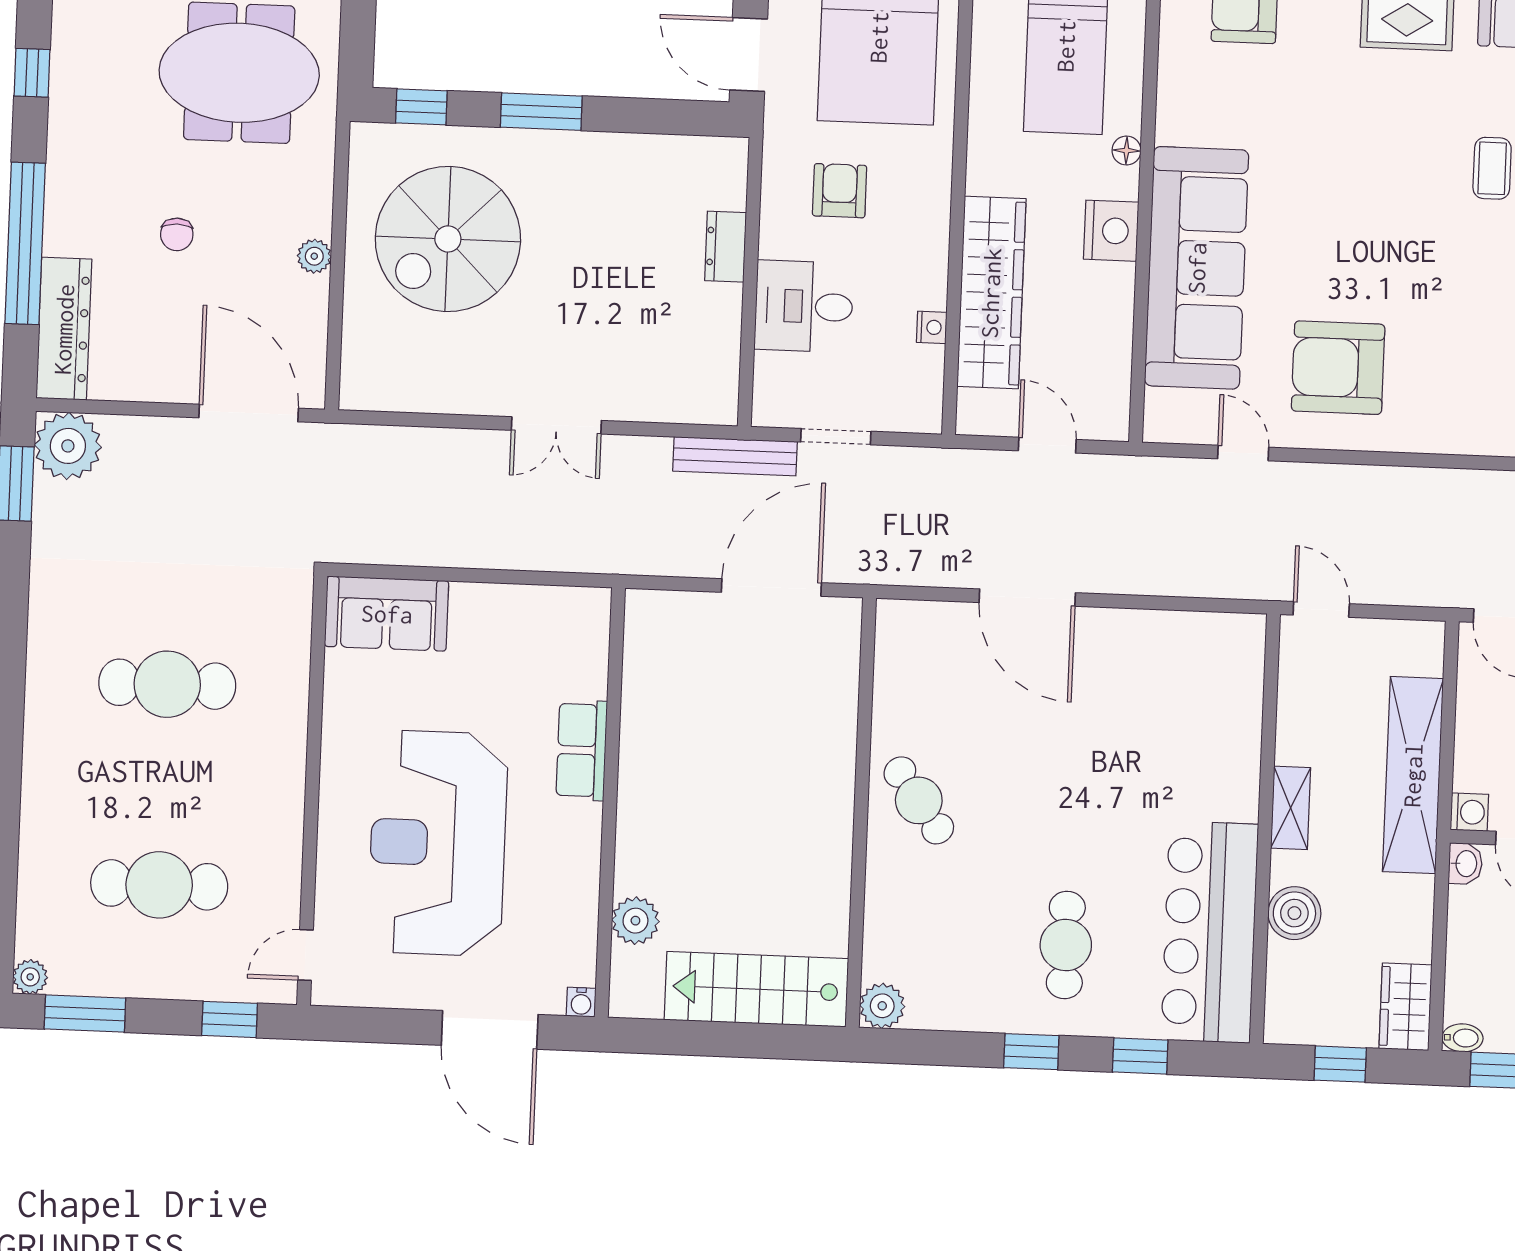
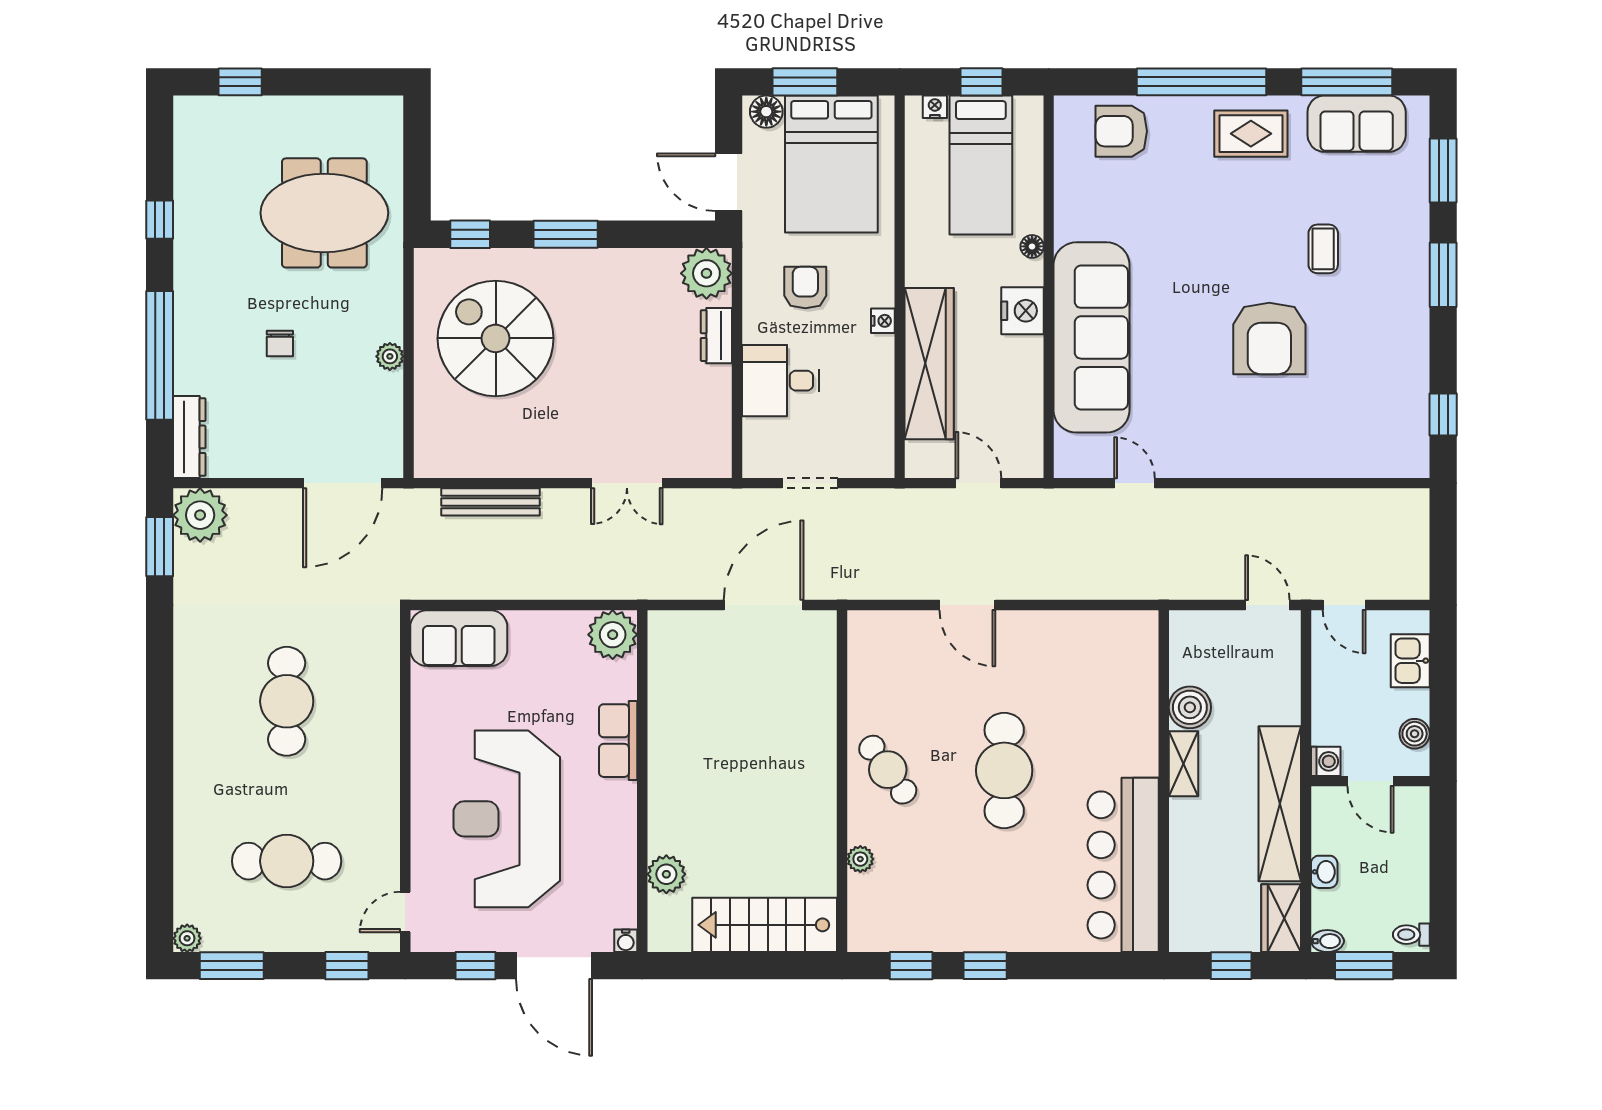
plant: (716, 168) -> (706, 273), added
spiral stairs: (448, 239) -> (496, 338), turned 90
nightstand: (932, 327) -> (883, 321), moved
dresser: (64, 329) -> (189, 437), width x0.73, depth x0.80
armchair: (1338, 368) -> (1269, 338), moved, turned -90
door: (249, 413) -> (343, 483), swing flipped
double door: (556, 425) -> (627, 483), moved
bench: (735, 456) -> (490, 502), moved
door: (1027, 598) -> (967, 605), width x0.73
door: (1321, 609) -> (1267, 605), moved
plant: (580, 617) -> (613, 635), added
cafe table: (167, 684) -> (287, 701), turned 90
shelving: (1413, 775) -> (1280, 804), moved
washbasin: (1465, 864) -> (1324, 872), moved
boiler: (1294, 913) -> (1190, 707), moved
cafe table: (1066, 945) -> (1004, 770), moved, width x1.37, depth x1.35
plant: (882, 1006) -> (860, 859), moved, width x0.73, depth x0.73
window: (391, 1026) -> (476, 966), added
window: (1140, 1056) -> (911, 966), moved

